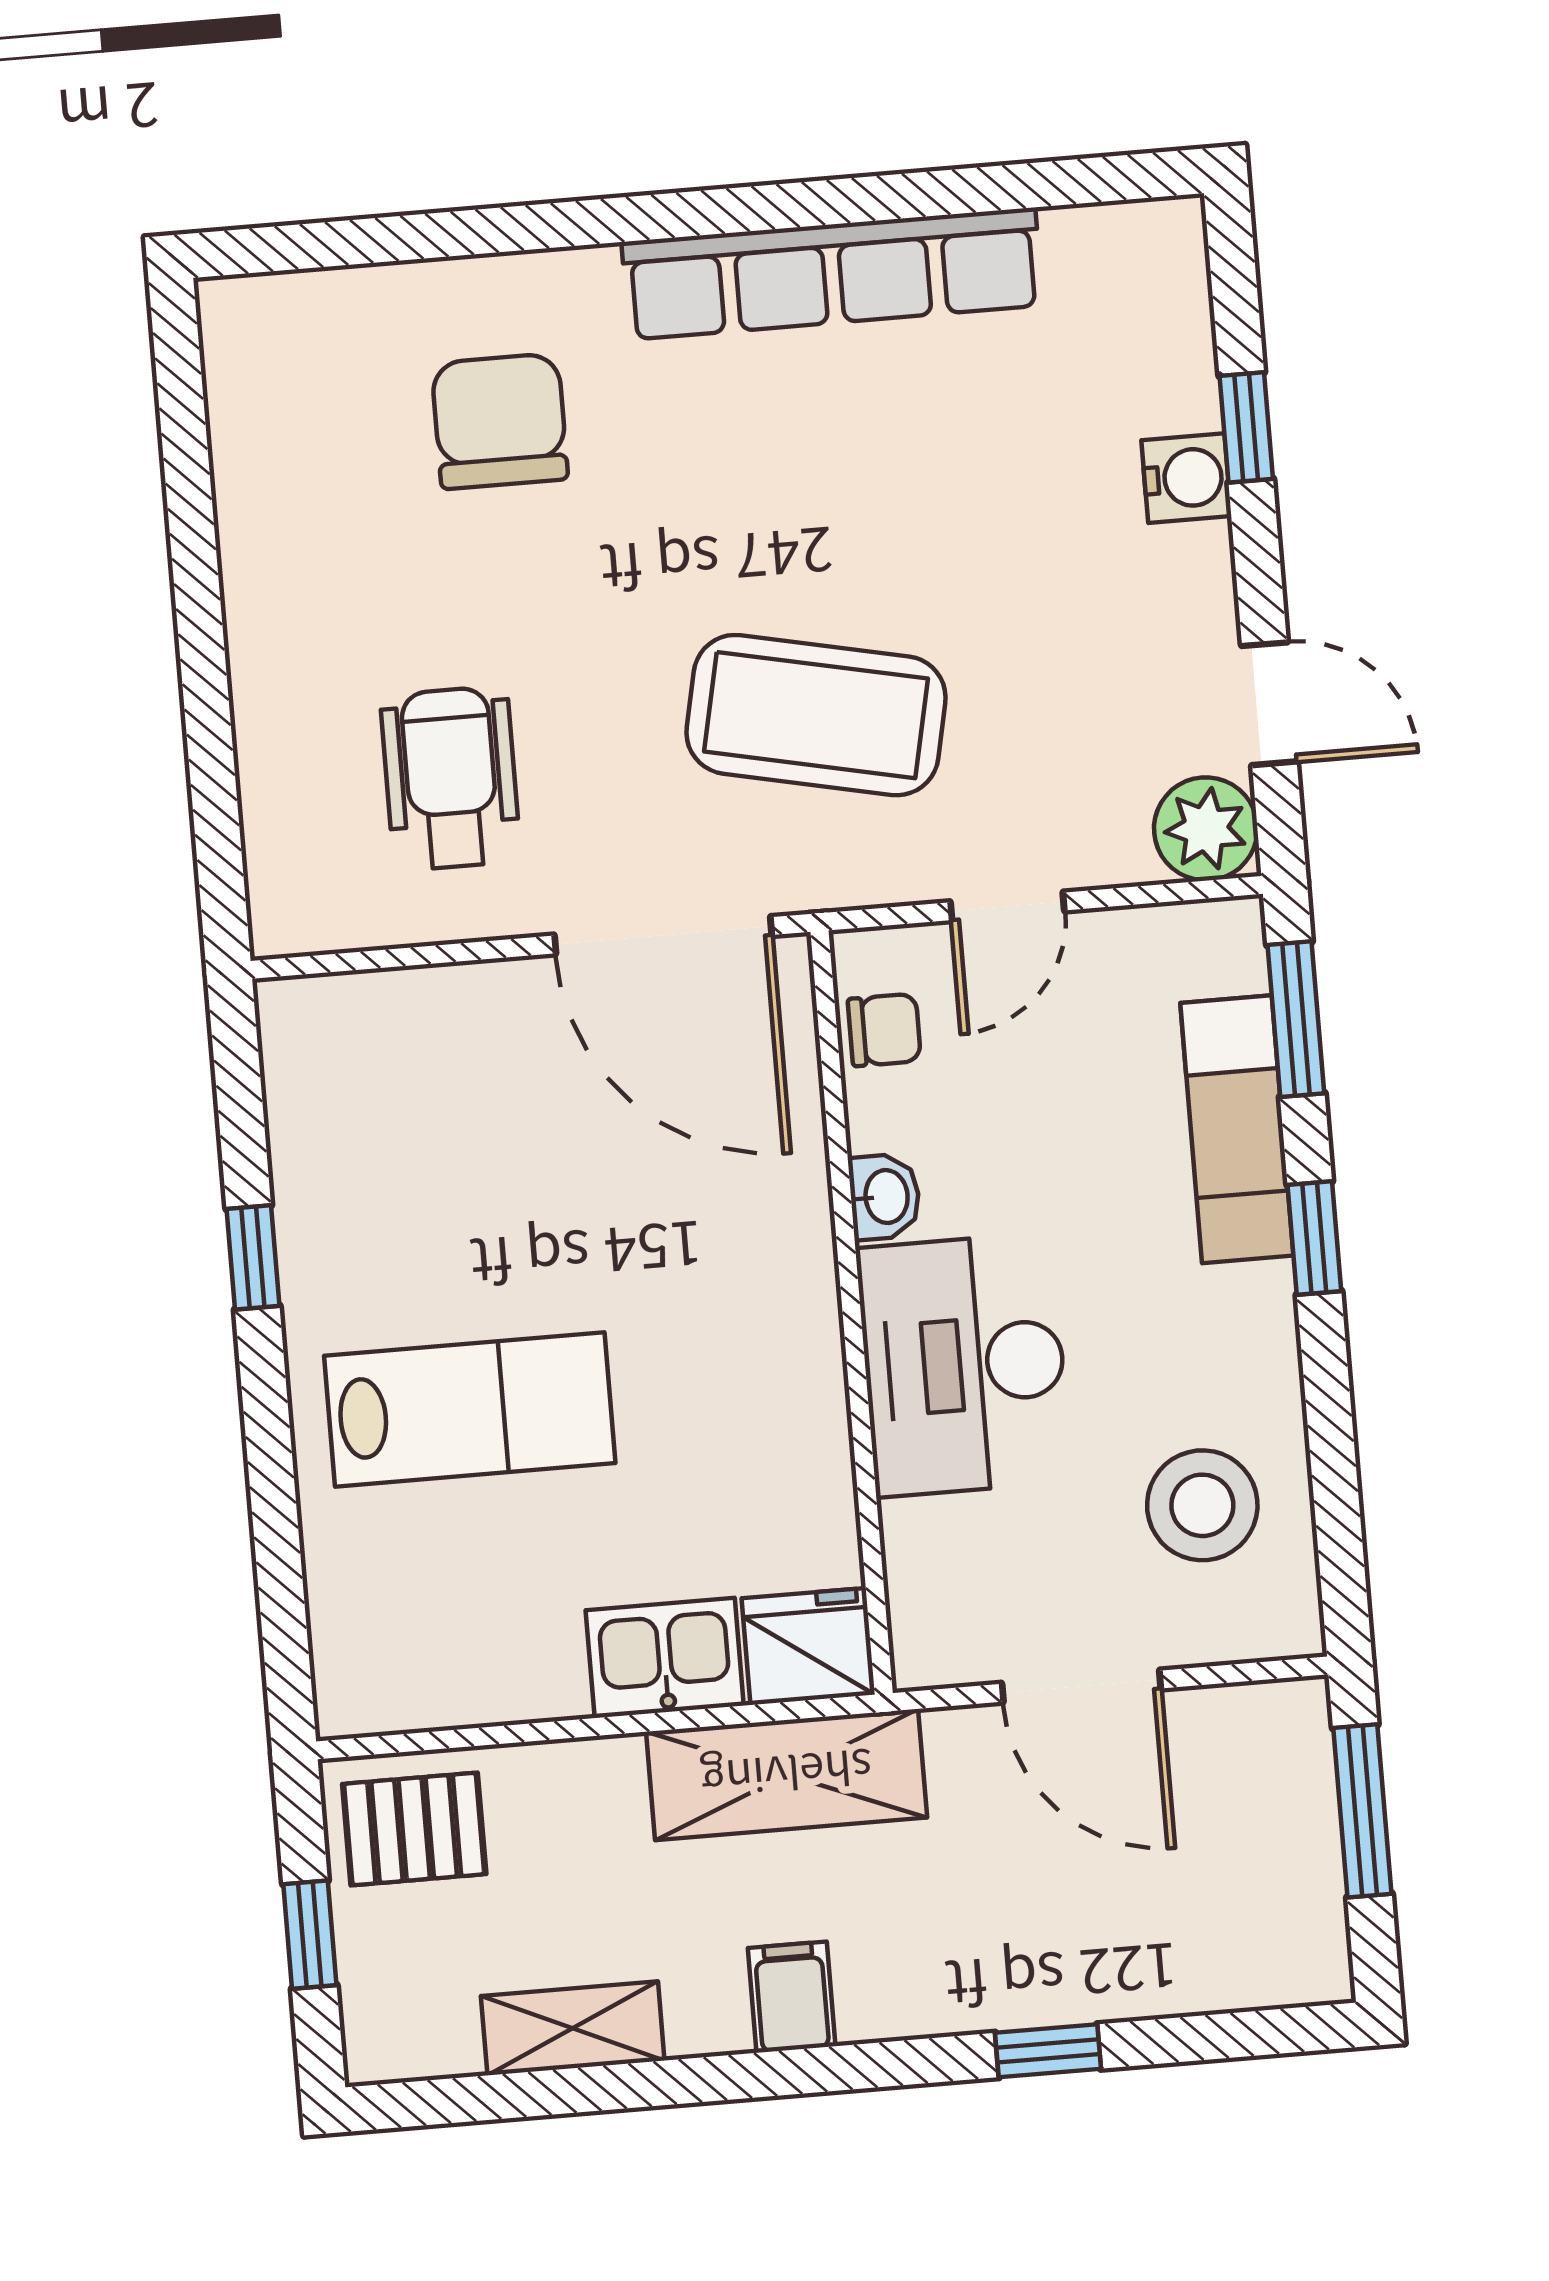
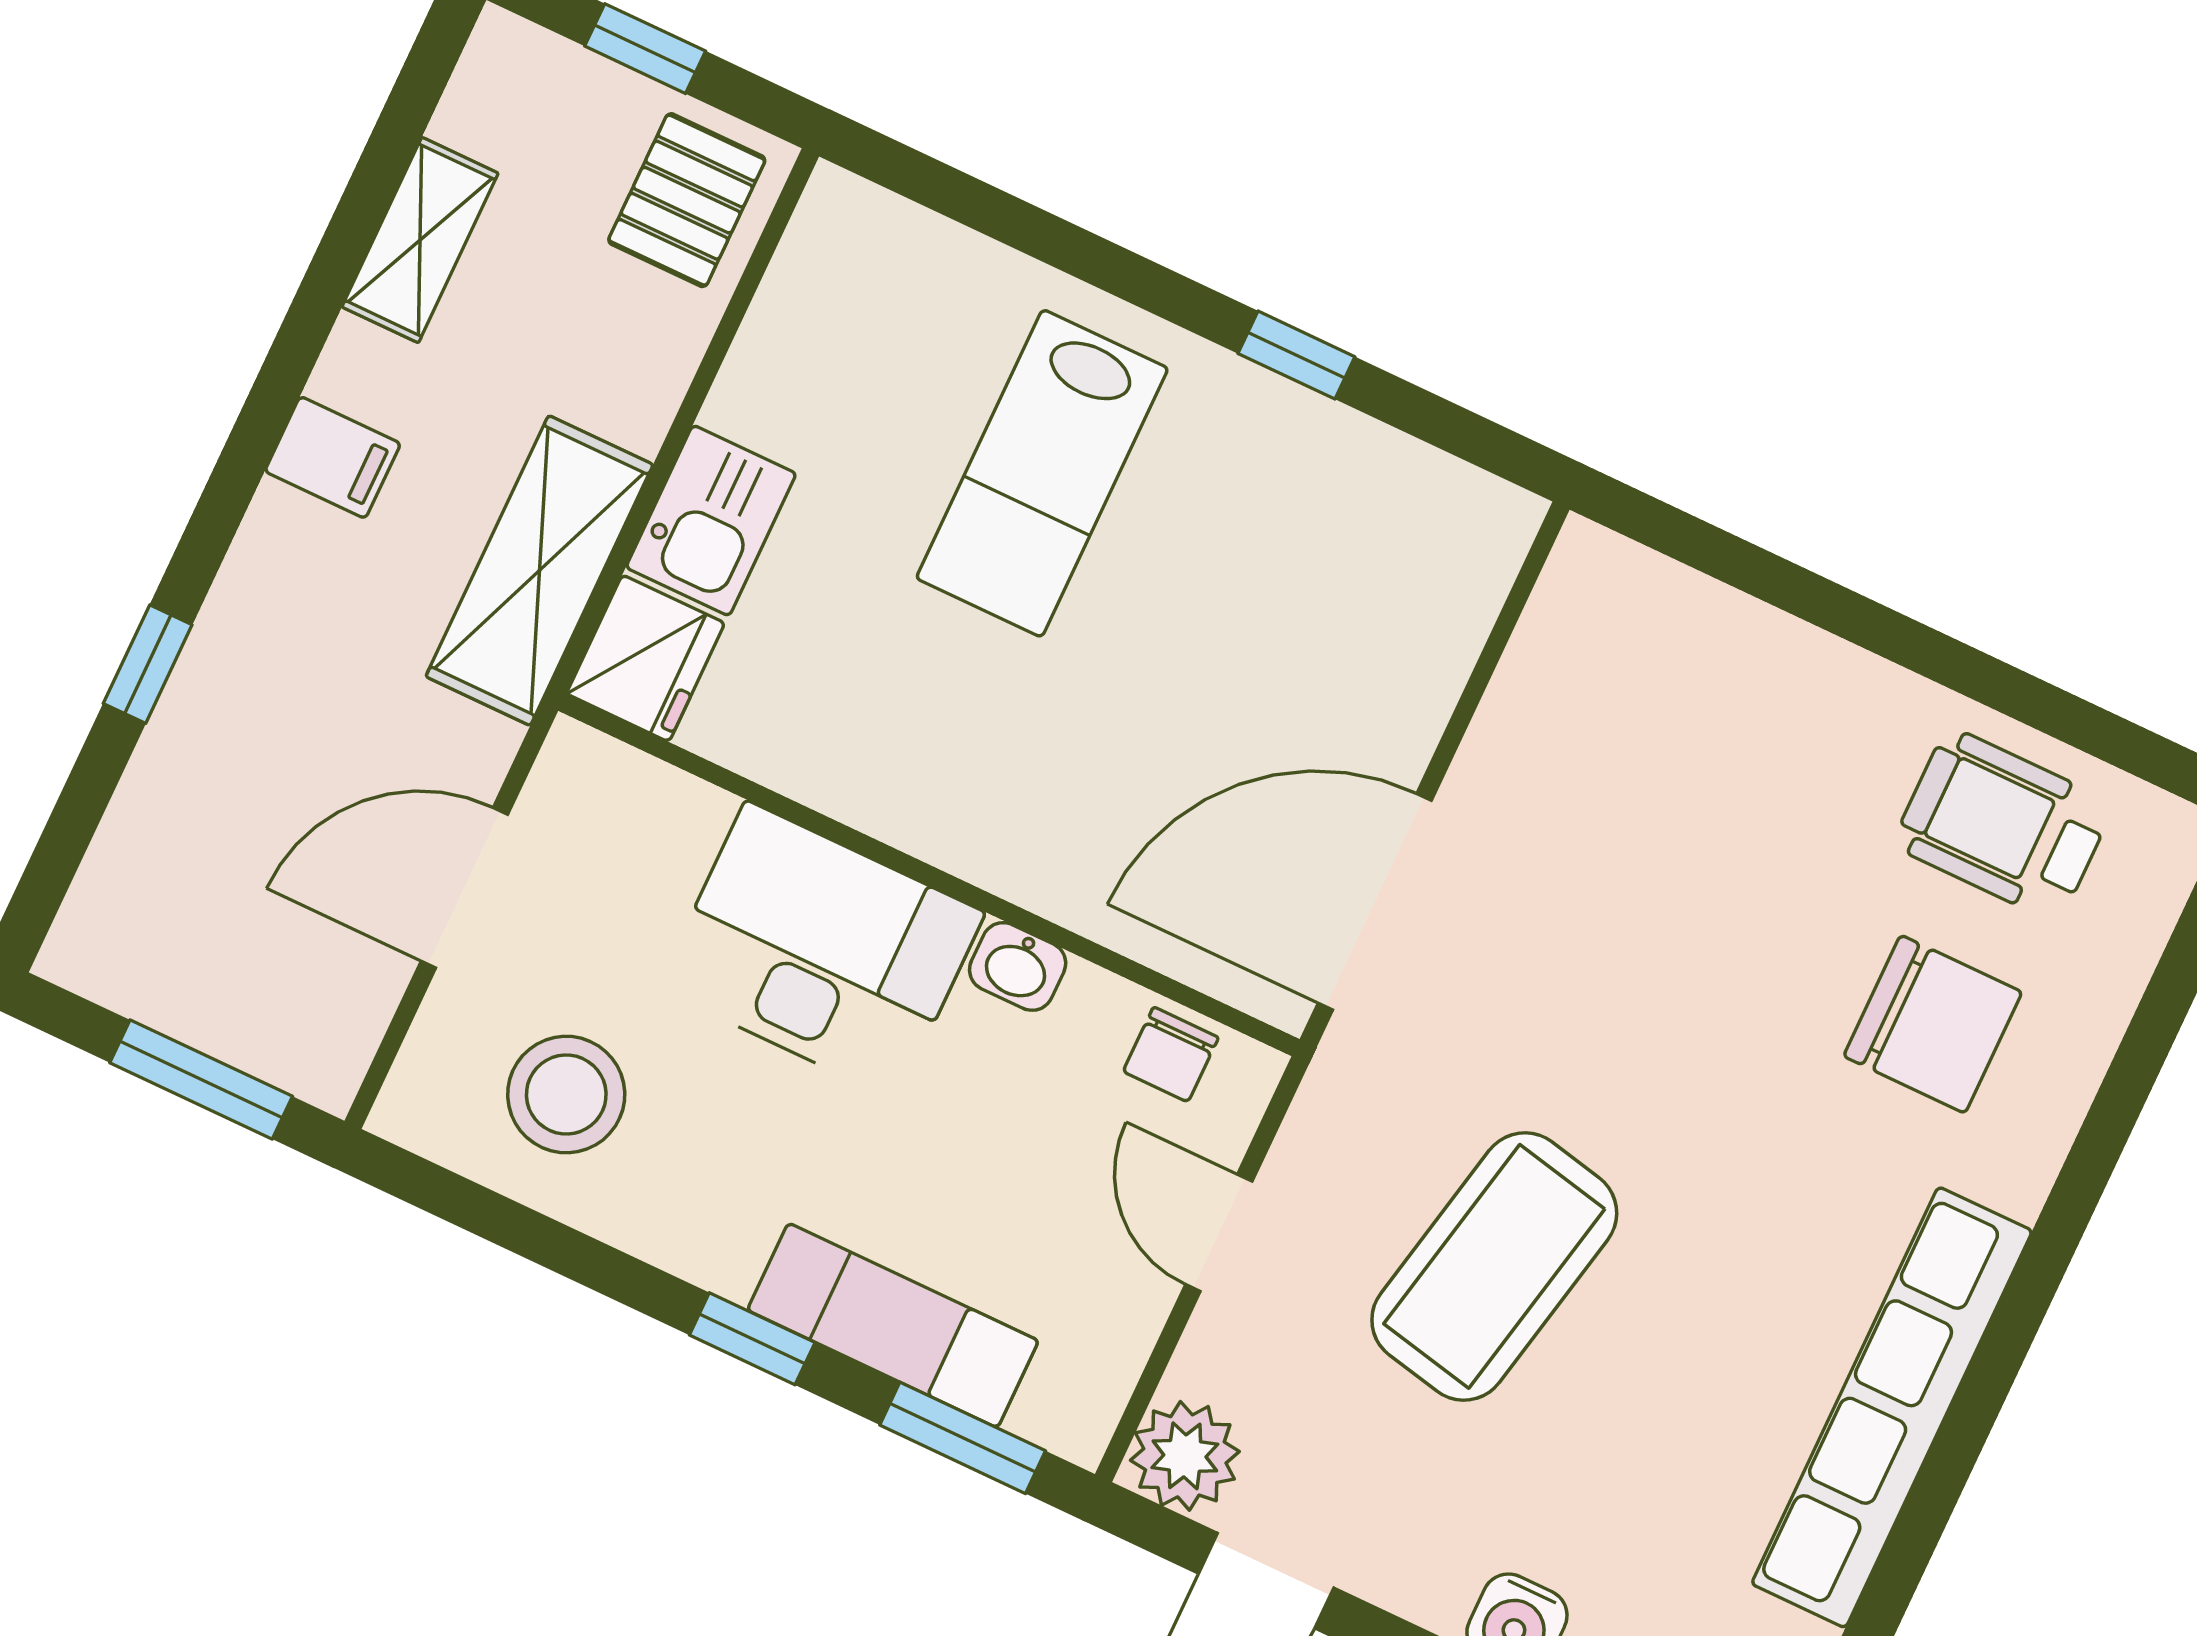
coffee table: (816, 715) -> (1494, 1266), moved
wheelchair: (451, 778) -> (2003, 825), moved, turned 180

